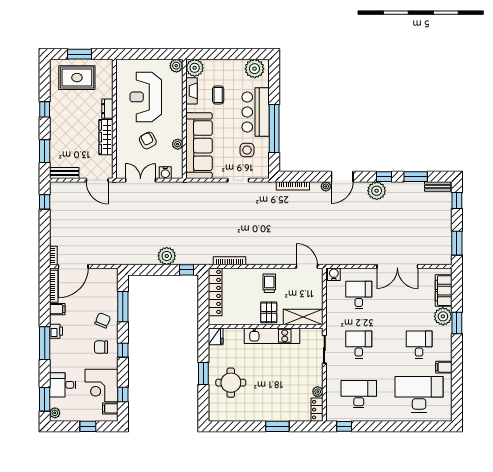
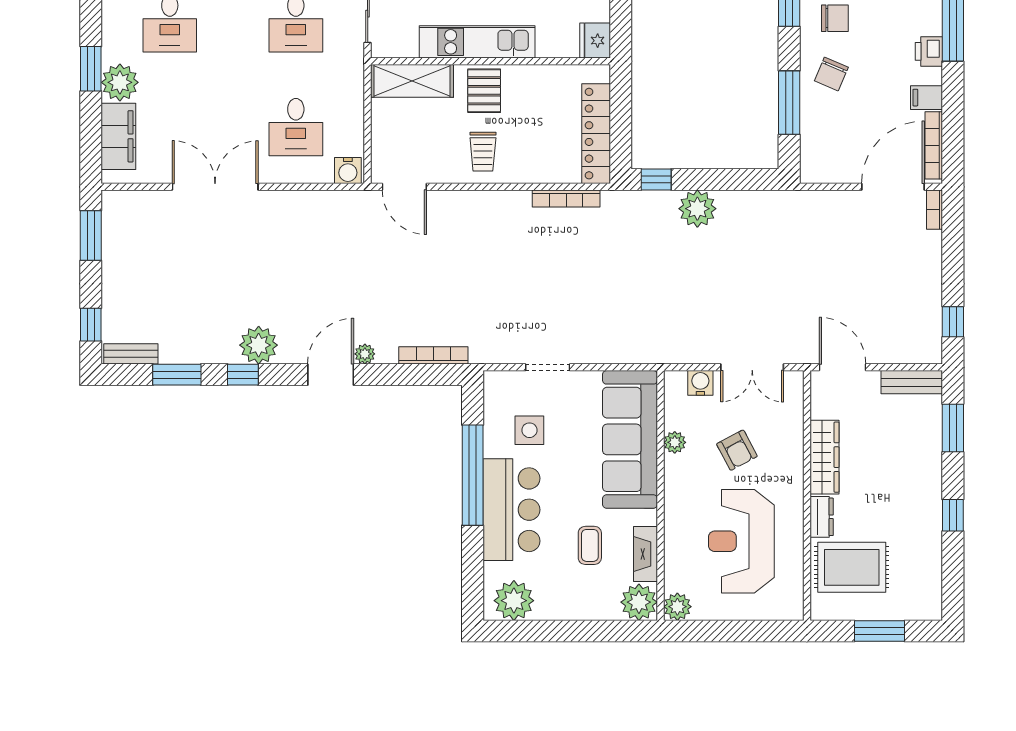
rug: (77, 78) -> (852, 567), moved
reception desk: (146, 97) -> (741, 541), turned 180

